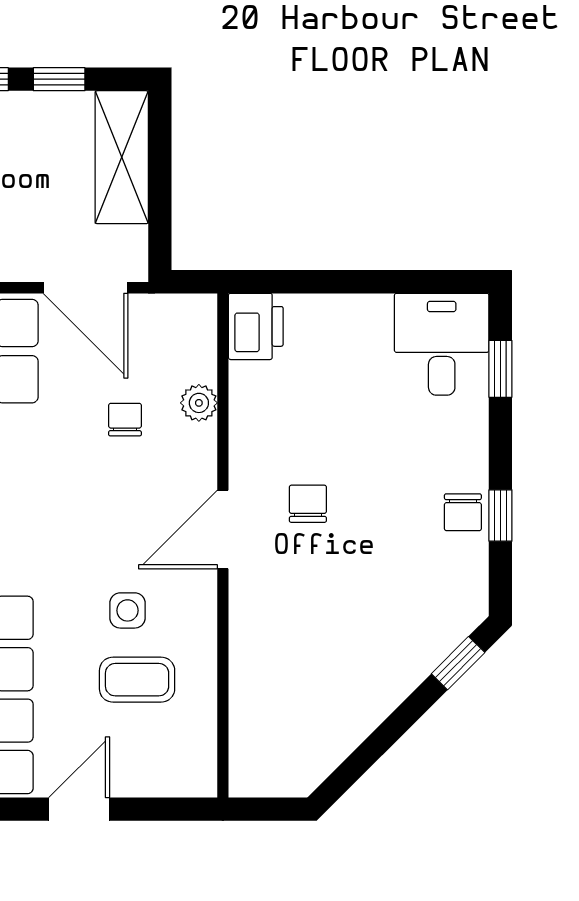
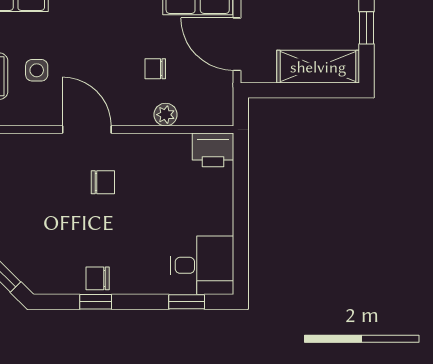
door: (86, 288) -> (237, 44), hinge flipped
chair: (125, 420) -> (155, 69), turned 180

